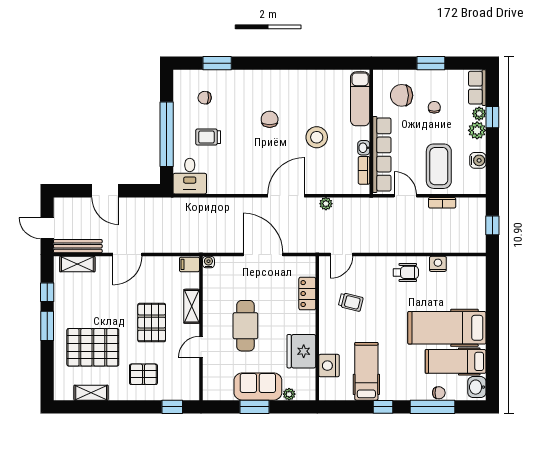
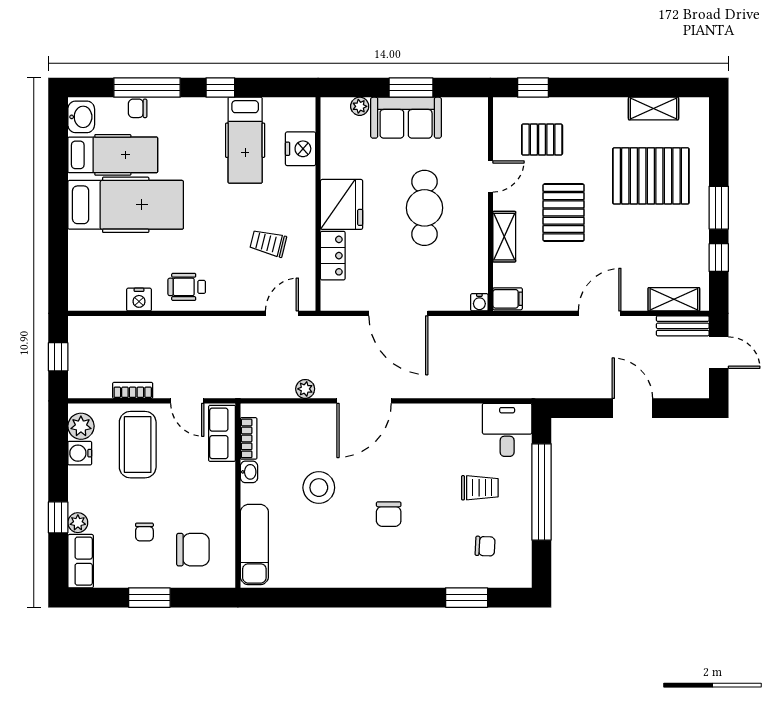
plant: (477, 130) -> (81, 426), moved
row of seats: (382, 154) -> (222, 433), width x0.50
bench: (78, 246) -> (683, 326), width x0.73
fridge: (301, 351) -> (342, 204), moved
pallet: (143, 374) -> (542, 140), moved

